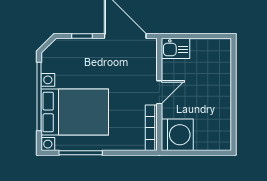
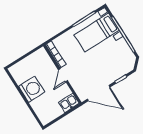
bed with nightstands: (75, 112) -> (97, 33), width x0.73
washing machine: (177, 135) -> (32, 89), moved, turned 180

